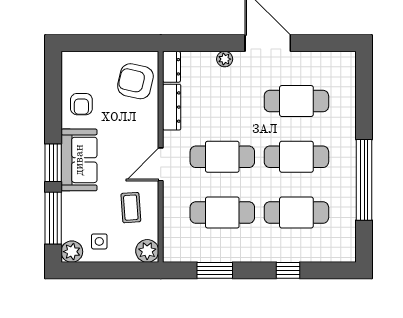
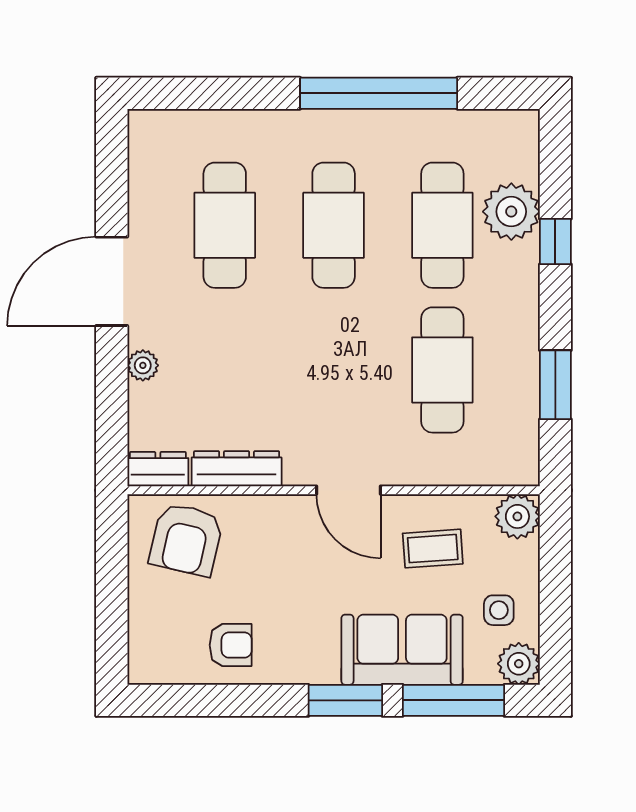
cafe table: (222, 157) -> (334, 370), removed
sofa: (79, 160) -> (402, 650), moved
plant: (303, 248) -> (511, 212), added

